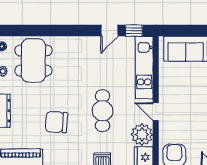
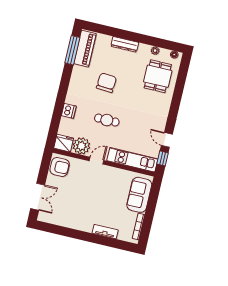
dining table: (33, 60) -> (158, 76), width x0.73
cafe table: (102, 111) -> (107, 120), width x0.73, depth x0.74

